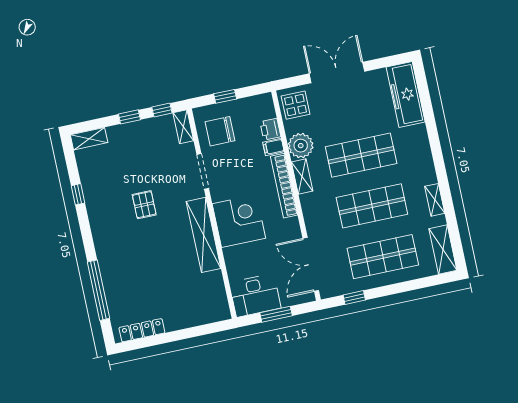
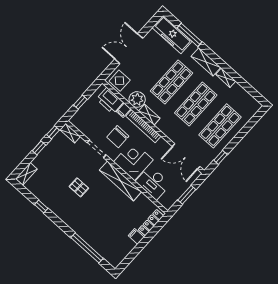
window: (428, 111) -> (189, 35), added
printer: (270, 129) -> (110, 101), width x1.87, depth x1.48
chair: (220, 131) -> (118, 137), moved
shelving: (443, 249) -> (206, 62), moved
desk: (255, 295) -> (153, 183), moved, turned 90
filing cabinet: (172, 321) -> (136, 236), added
locker: (142, 330) -> (151, 223), moved

